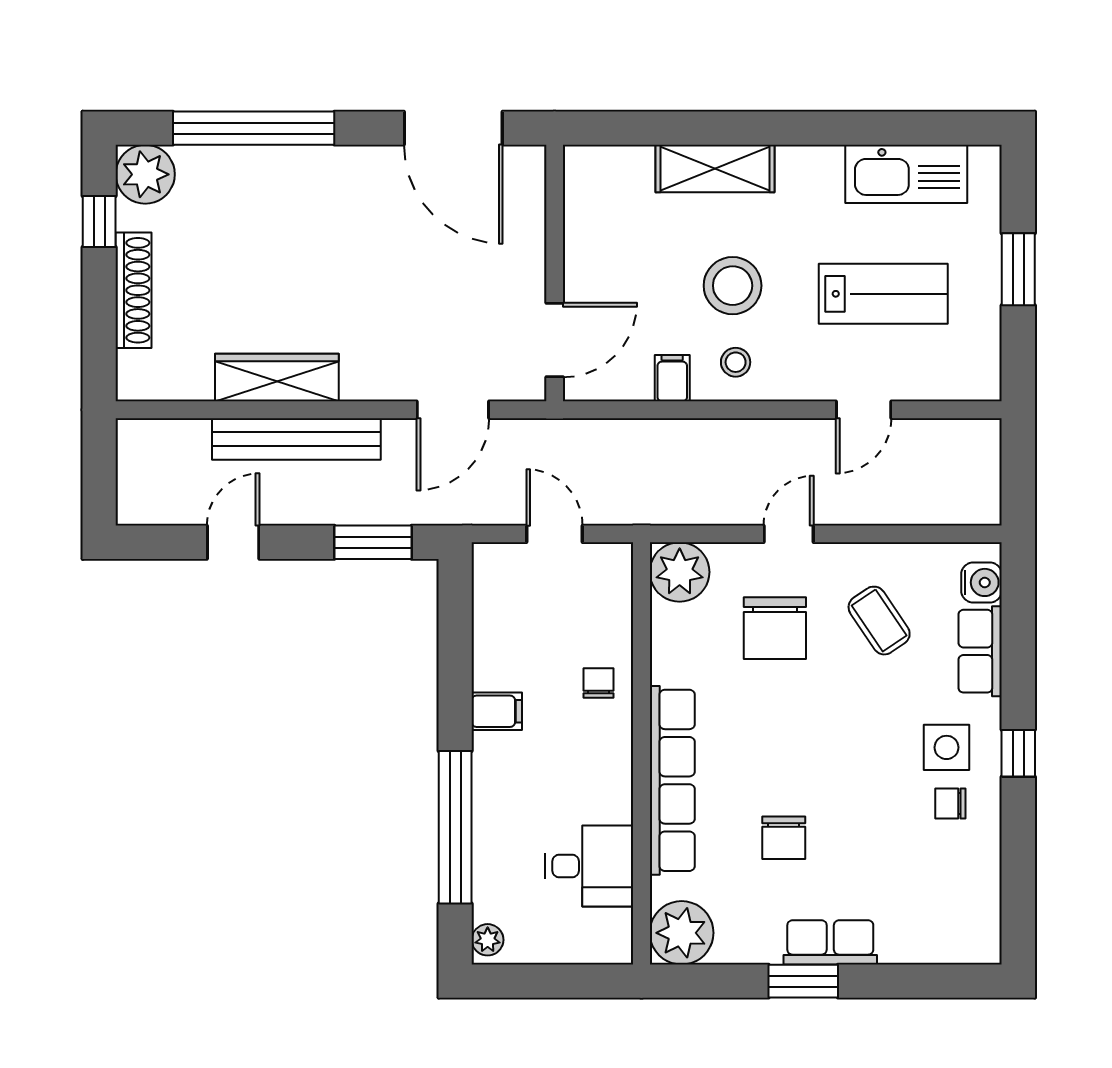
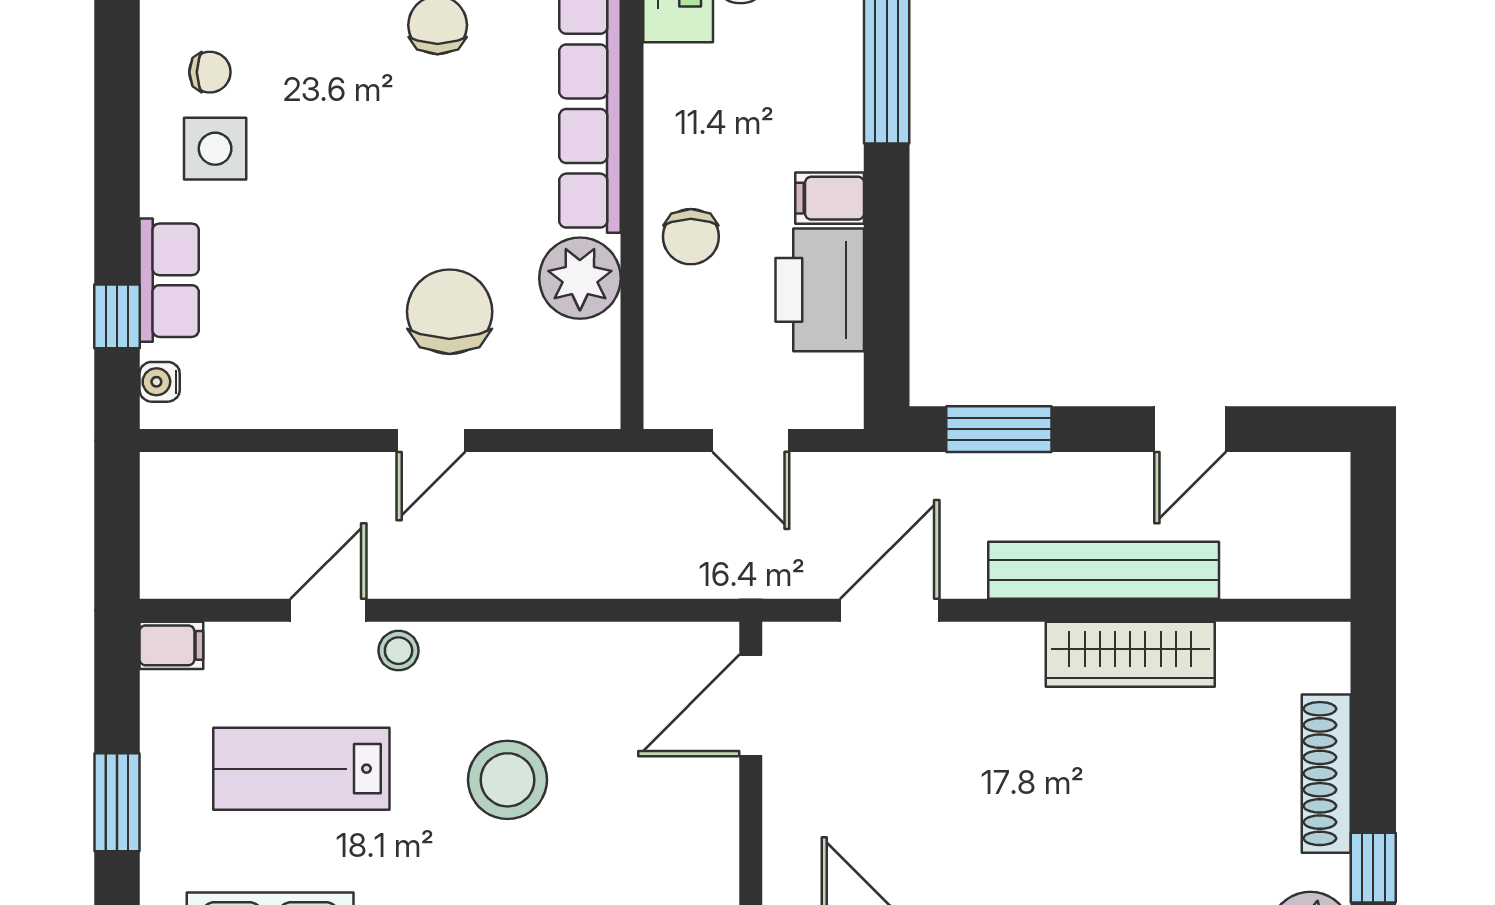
stool: (736, 362) -> (399, 651), moved
filing cabinet: (672, 378) -> (171, 645), moved, turned -90
plant: (680, 572) -> (580, 278), moved
water cooler: (982, 582) -> (160, 382), width x0.72, depth x0.72
coffee table: (879, 621) -> (307, 322), removed
printer: (504, 644) -> (820, 290), added
chair: (598, 683) -> (691, 237), width x1.37, depth x1.37
window: (1018, 753) -> (117, 316), moved

